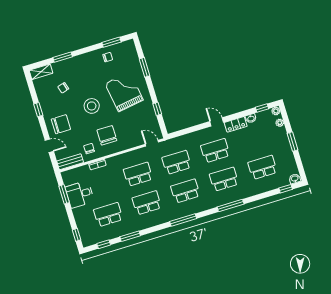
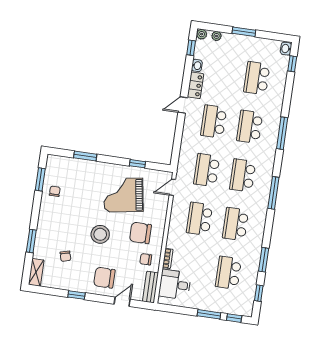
grand piano: (124, 92) -> (123, 195), moved
chair: (61, 124) -> (104, 278), turned -90
window: (64, 194) -> (209, 314), moved
desk: (80, 194) -> (175, 284), moved, turned 90

